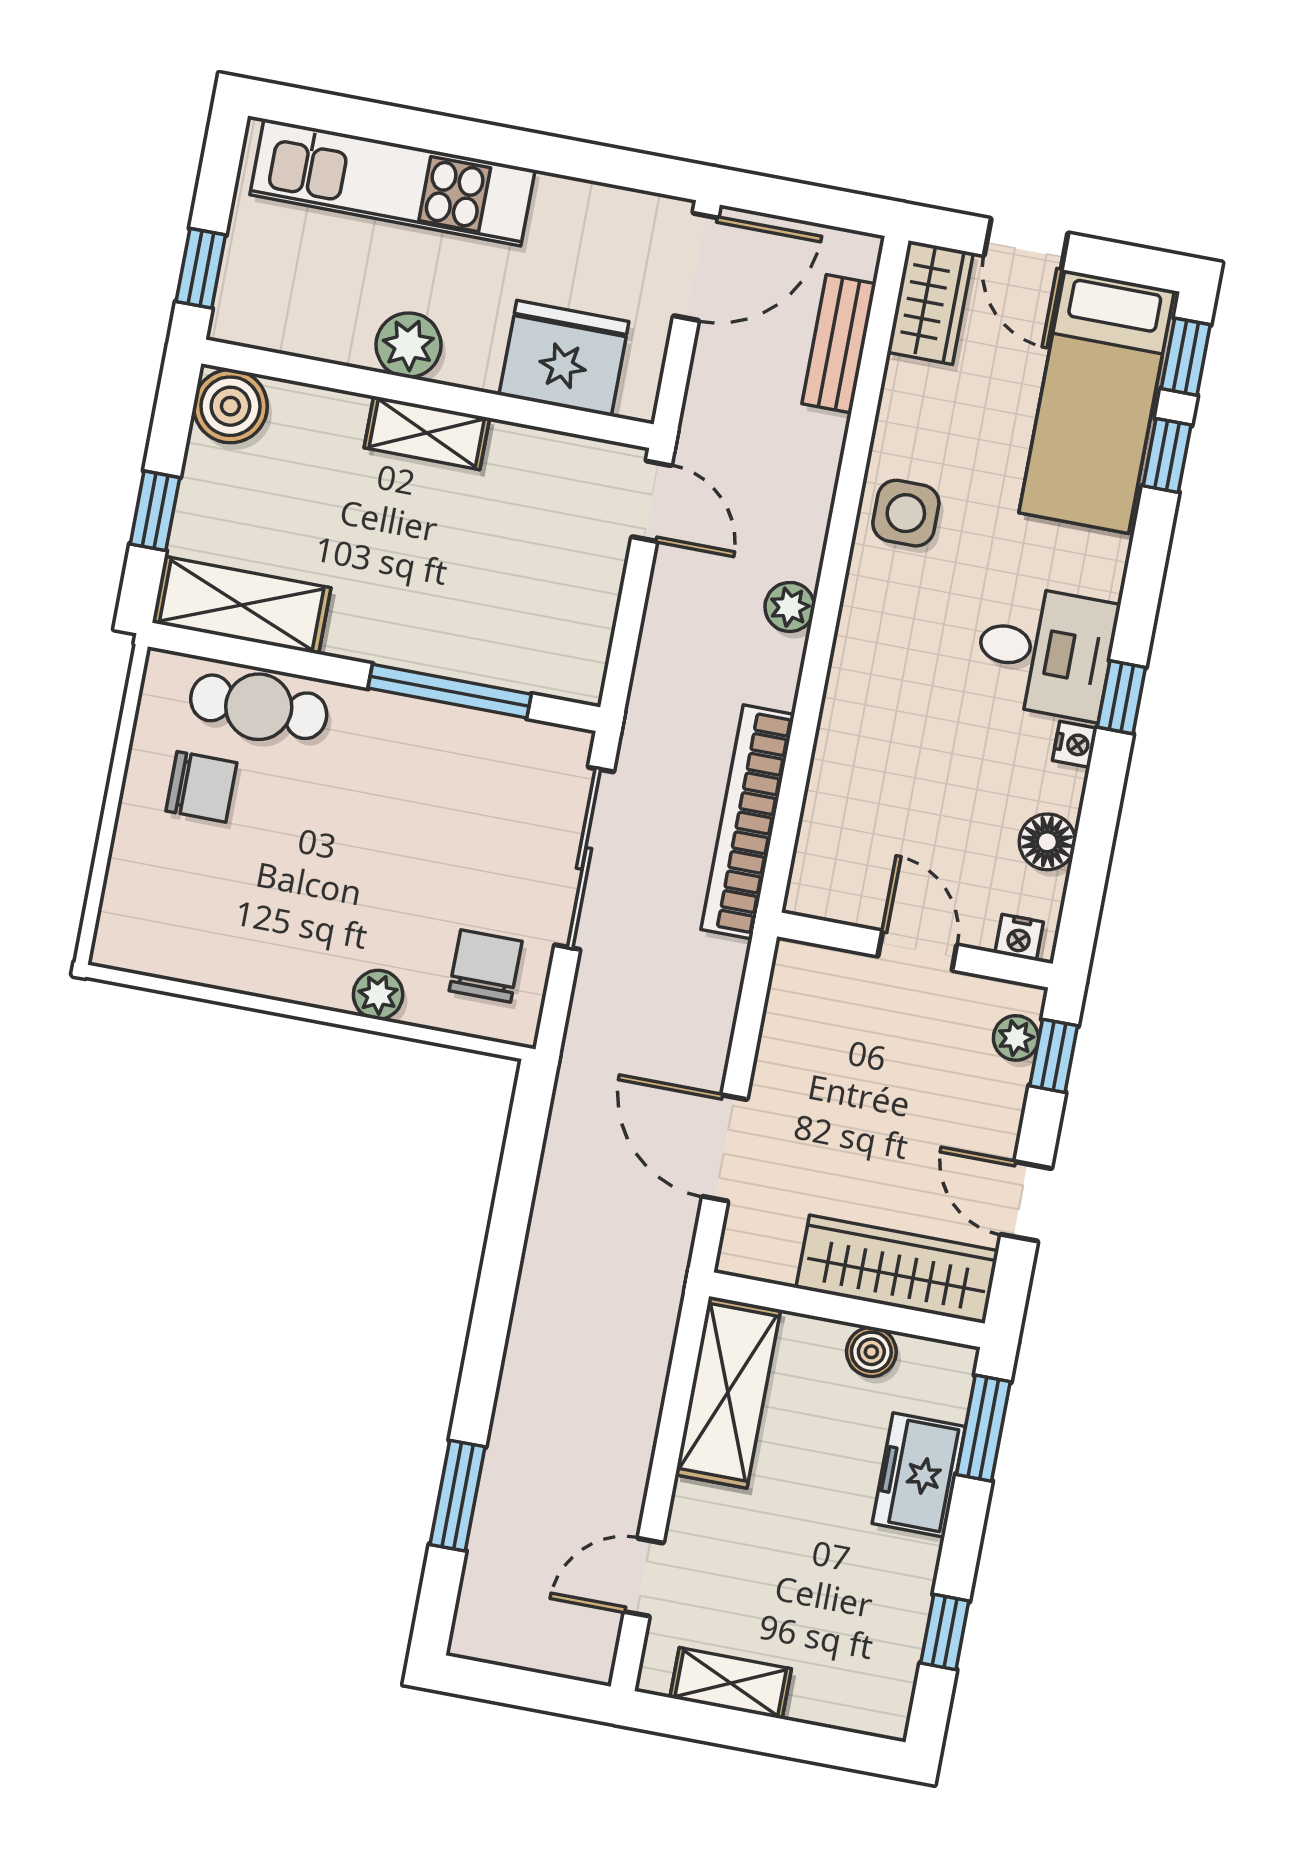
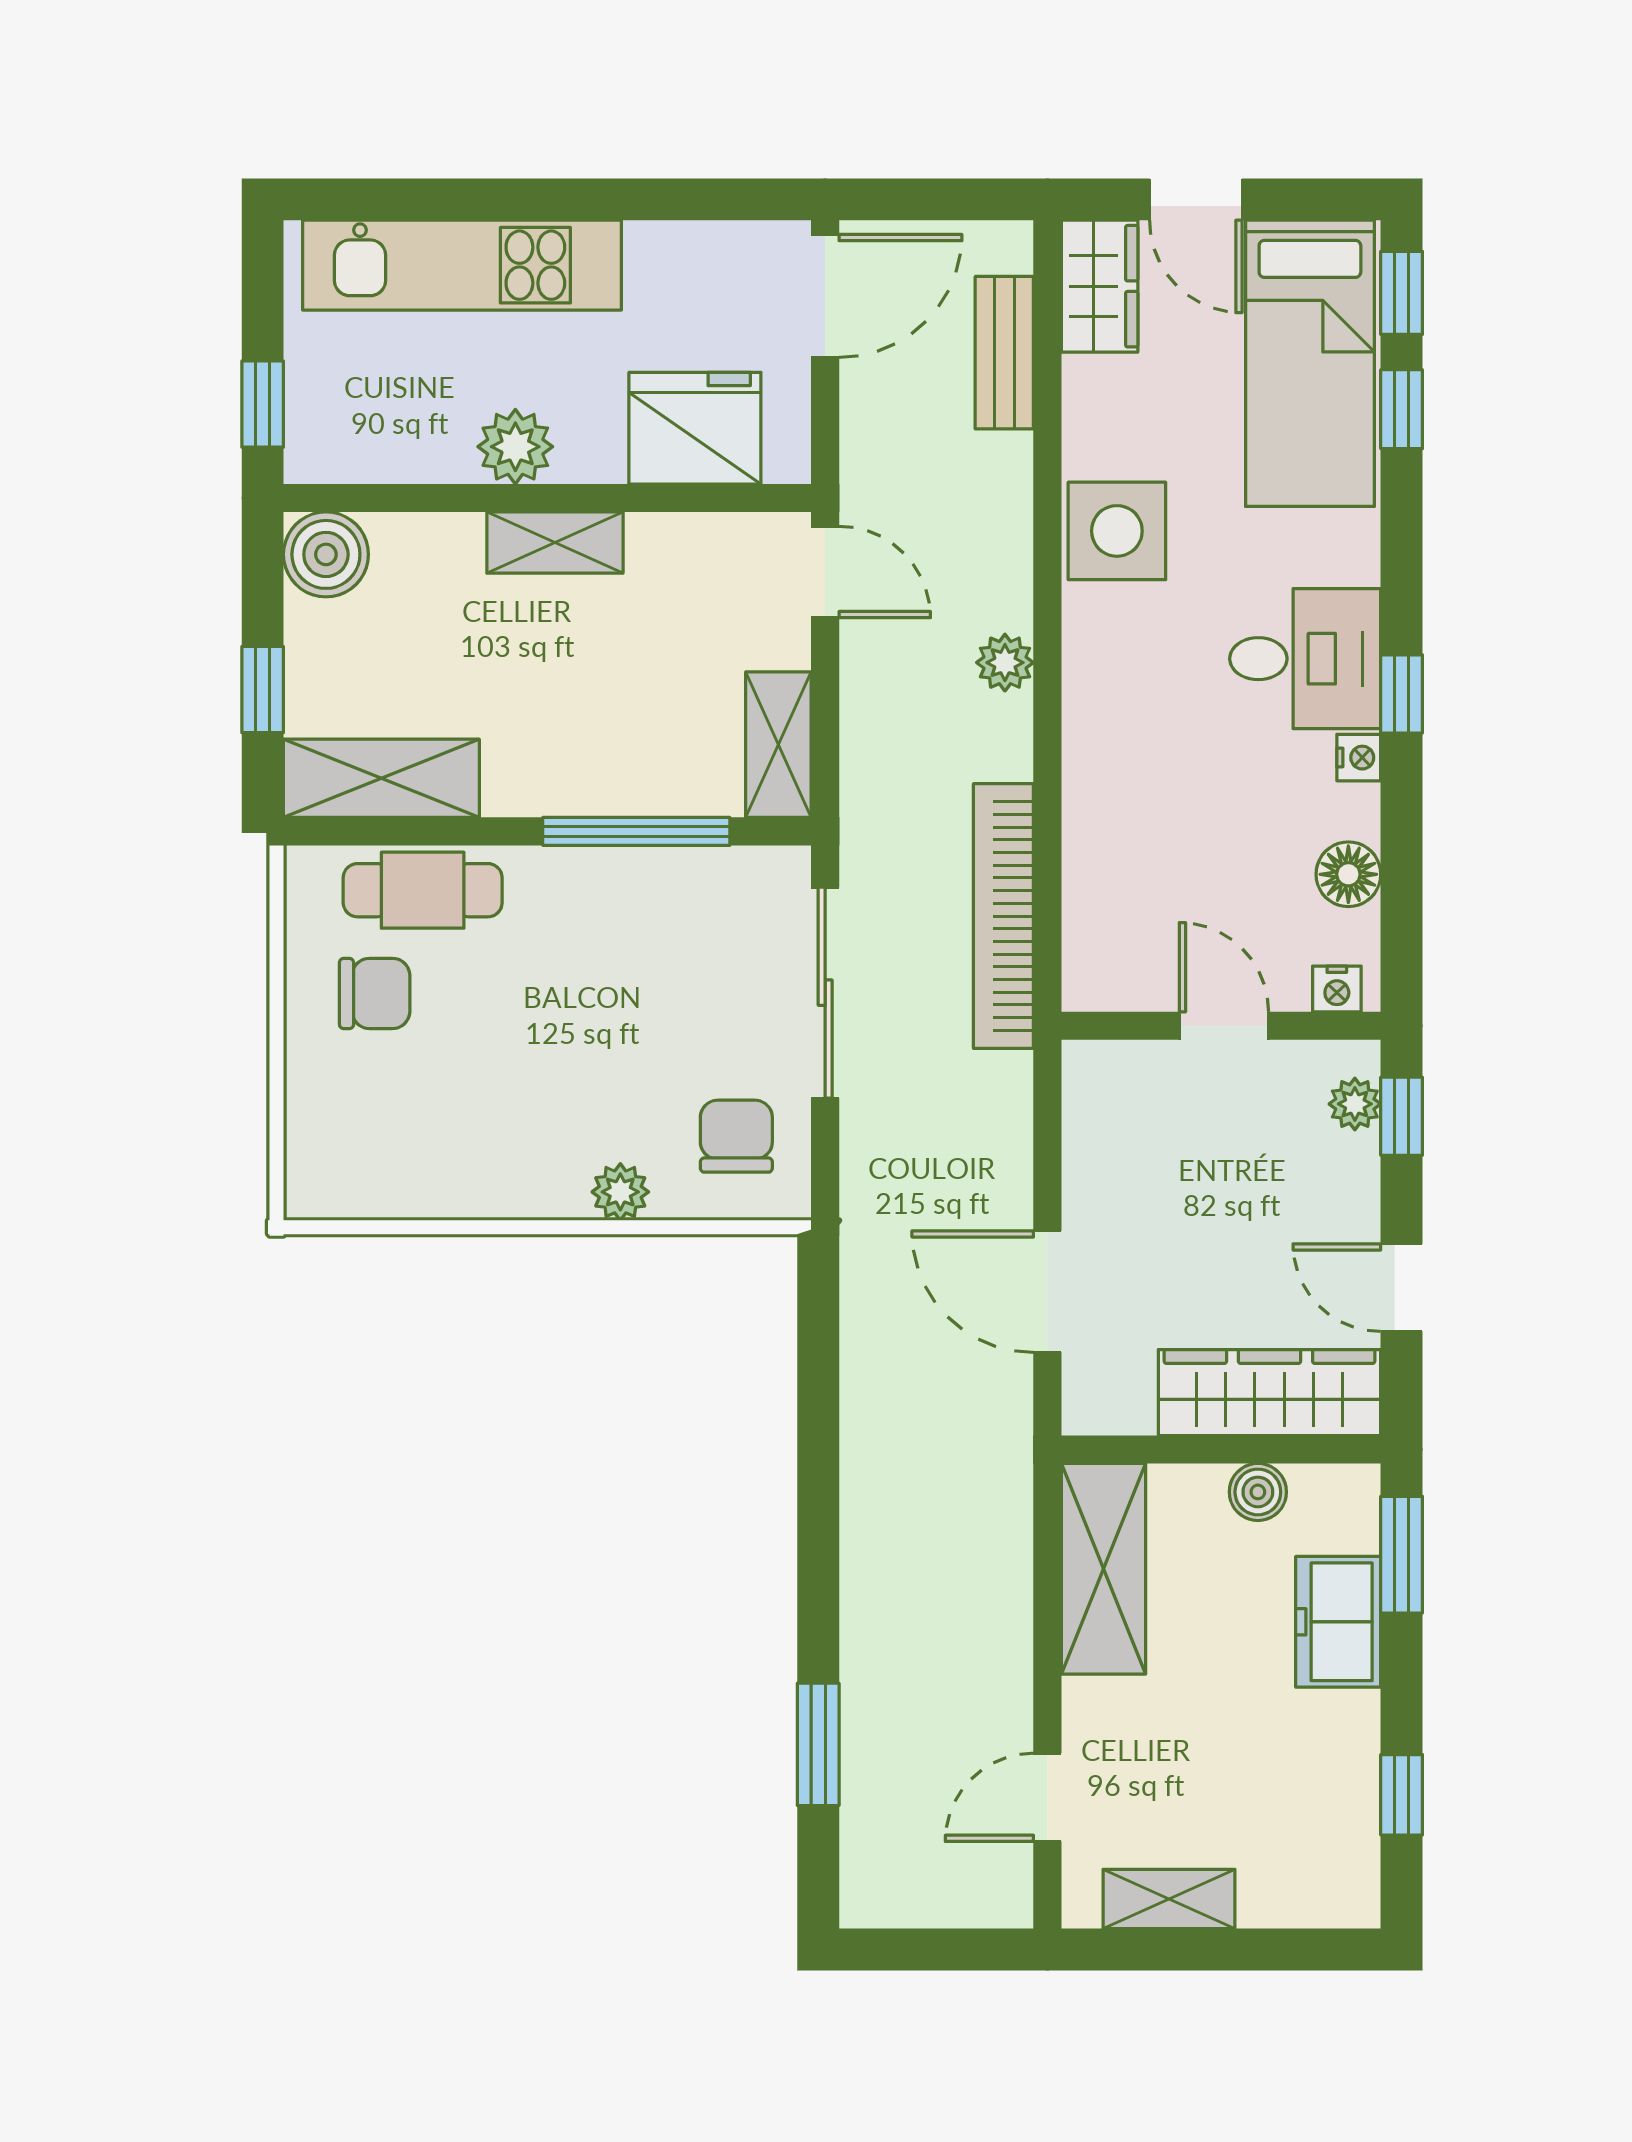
side table: (906, 513) -> (1117, 531), width x1.37, depth x1.37
shelving: (584, 640) -> (778, 745), added

